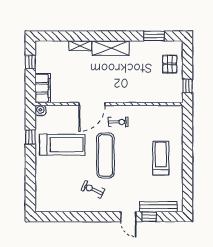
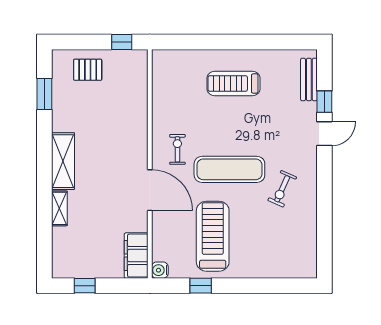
filing cabinet: (43, 88) -> (136, 256), moved, turned -90
bench: (158, 207) -> (309, 79), width x0.73

